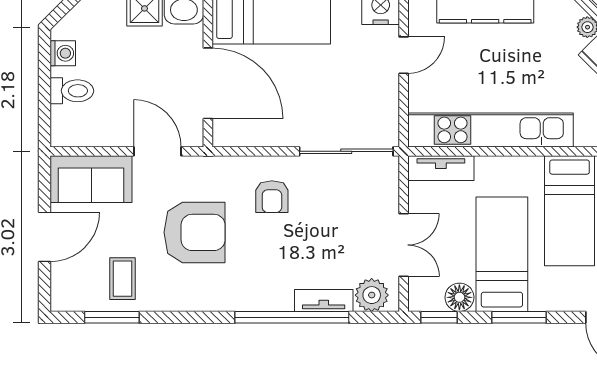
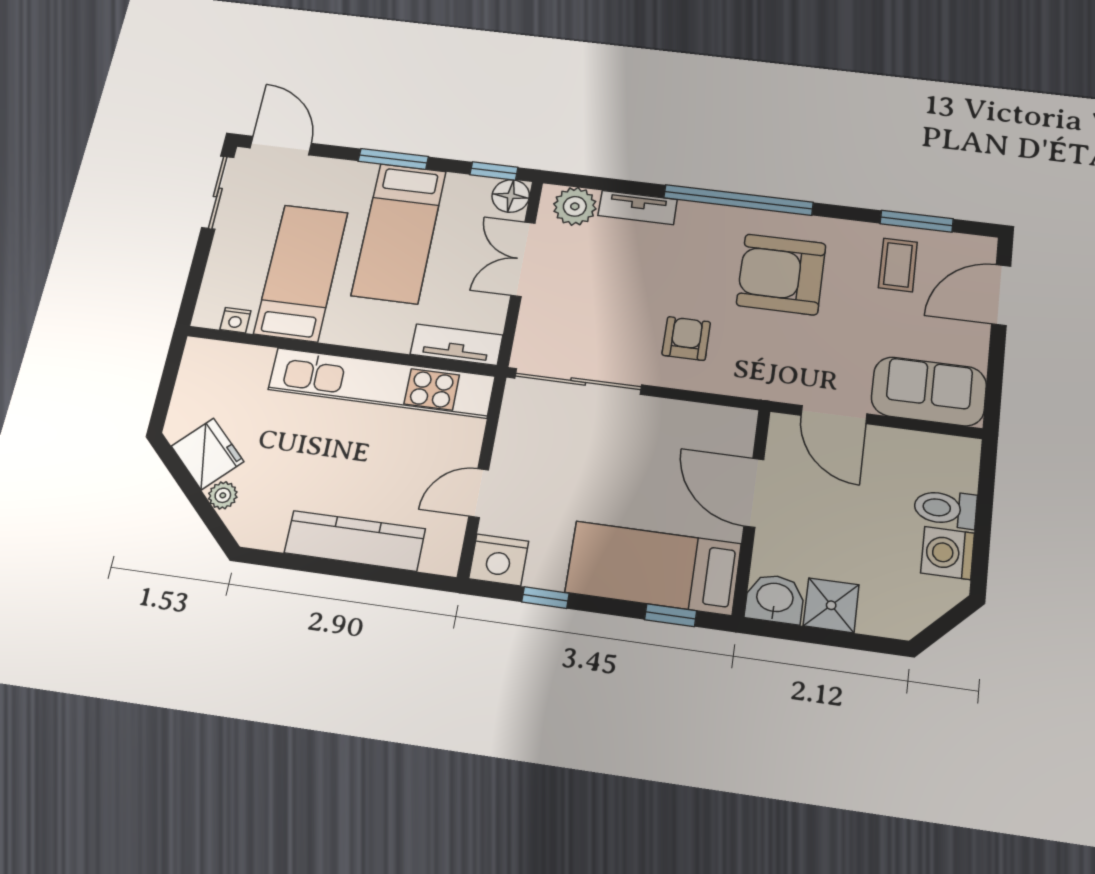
washing machine: (63, 53) -> (948, 553), width x1.38, depth x1.38
door: (208, 83) -> (754, 493), width x0.73
armchair: (195, 232) -> (781, 274), moved
door: (45, 237) -> (1001, 295), moved
floor lamp: (459, 297) -> (511, 196), moved
window: (292, 317) -> (738, 200), moved

